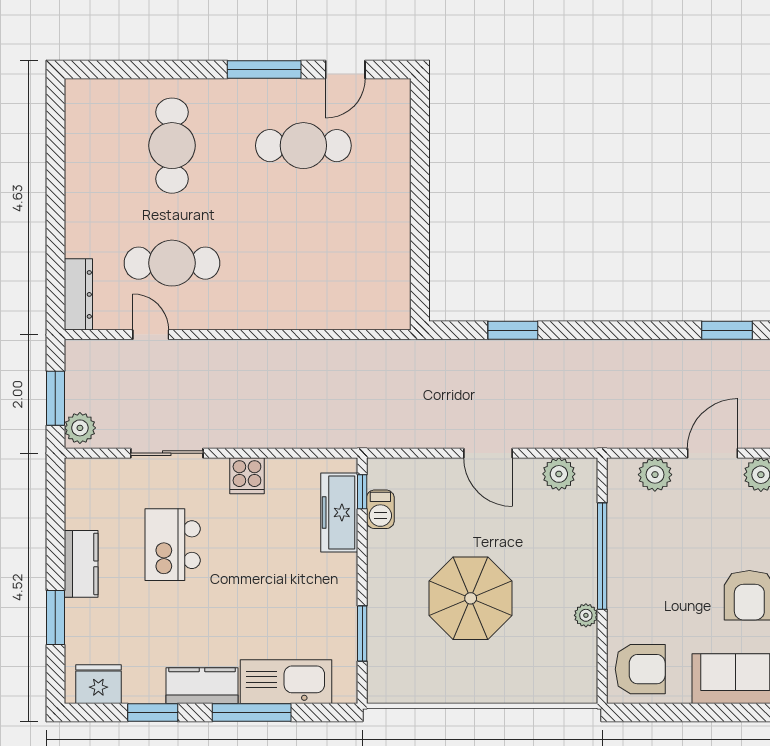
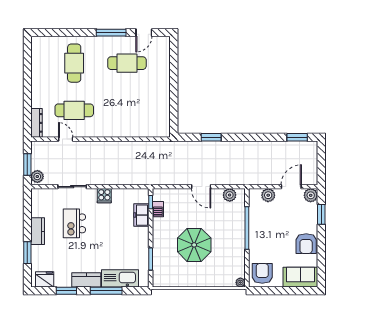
freezer: (339, 512) -> (141, 215), width x0.71
plant: (586, 615) -> (240, 282), moved
armchair: (640, 669) -> (262, 273), turned -90

